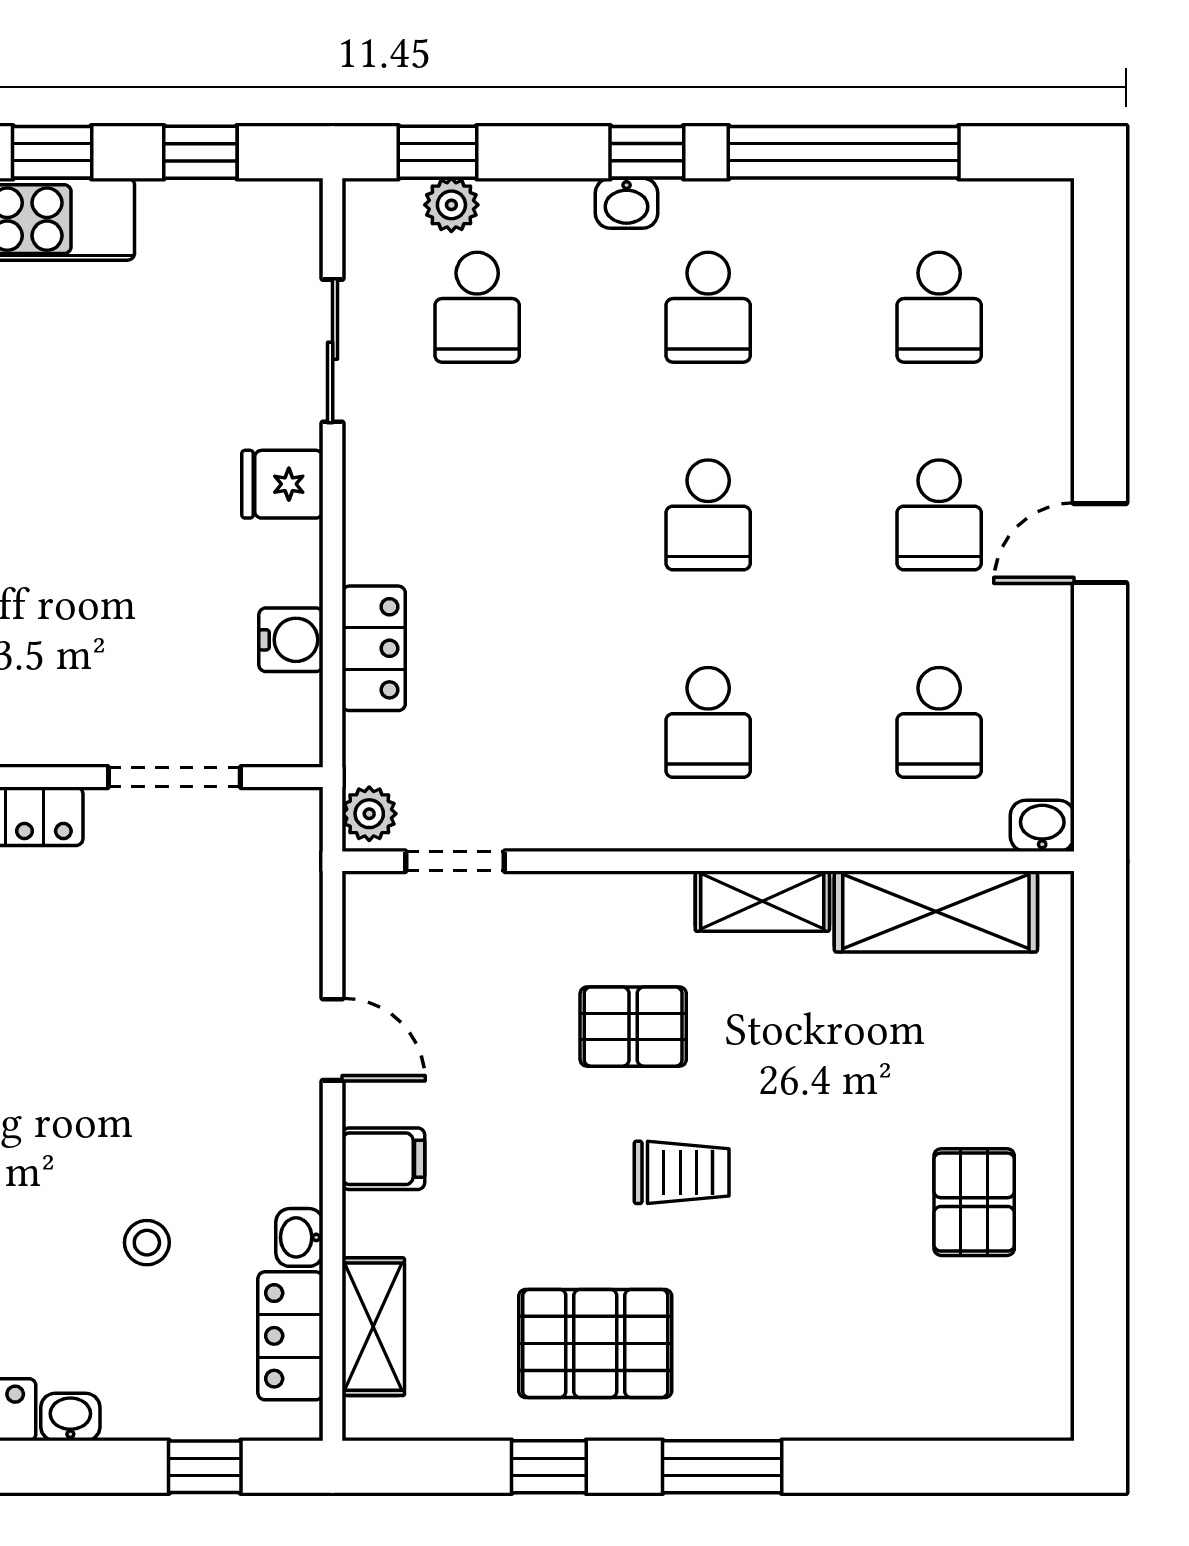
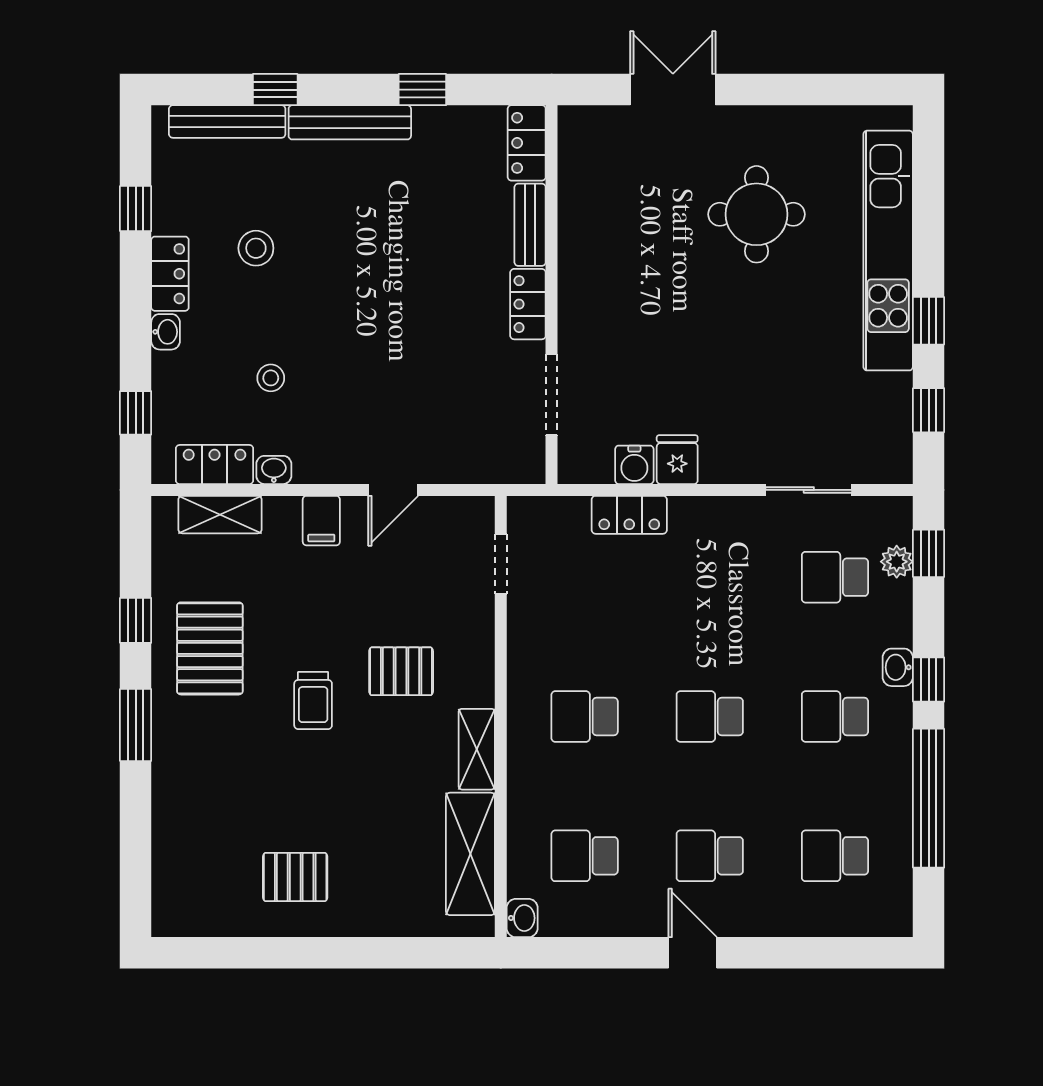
fridge: (282, 484) -> (677, 460), moved
plant: (369, 814) -> (529, 512), removed
pallet: (633, 1027) -> (401, 671), turned 90

